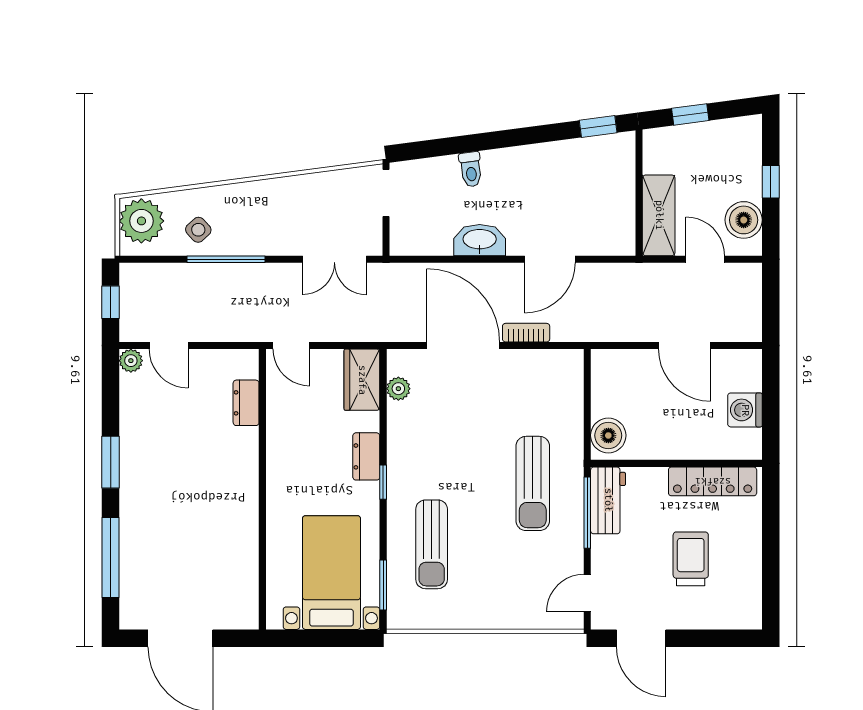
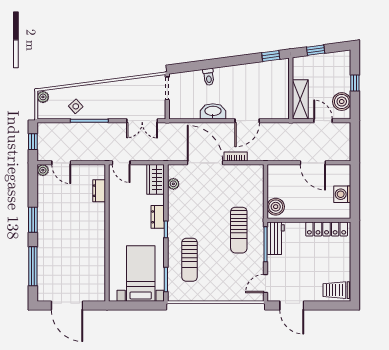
plant: (141, 221) -> (43, 97), width x0.53, depth x0.53
trolley: (691, 559) -> (336, 290), moved, turned -90

